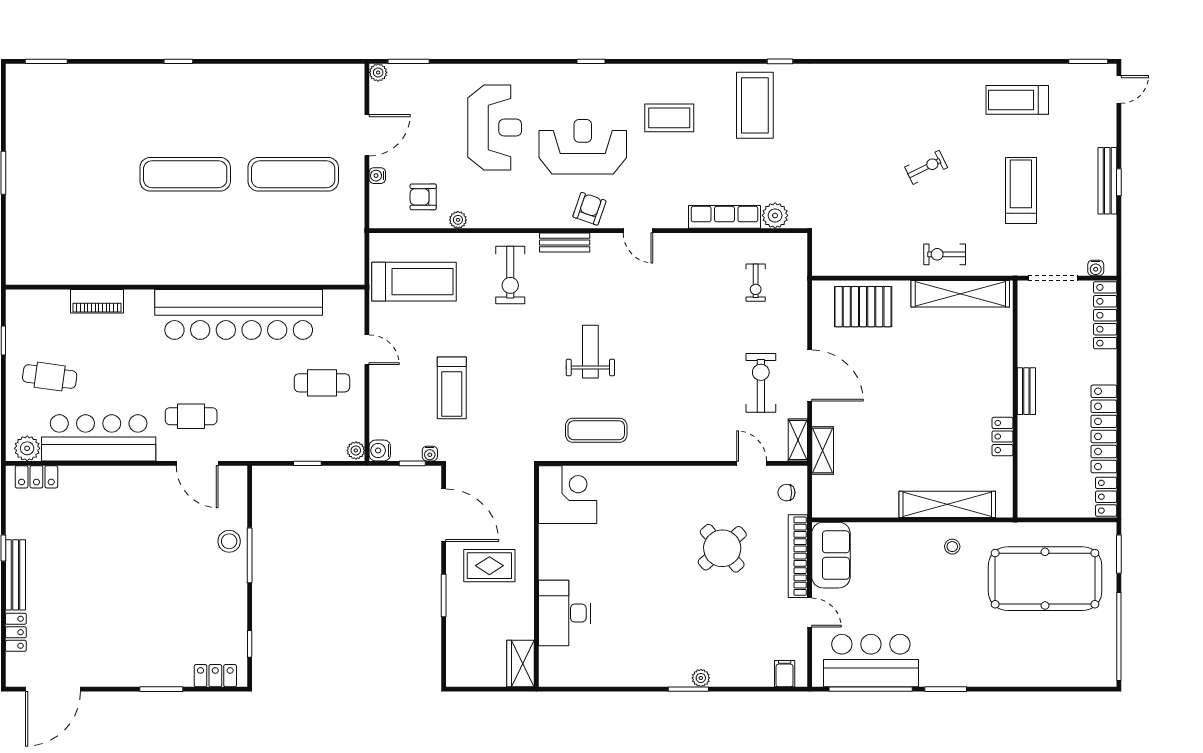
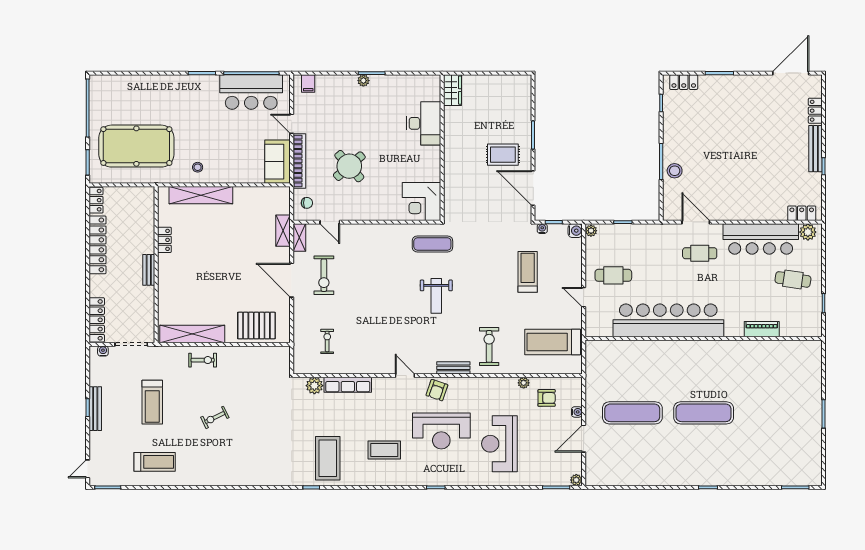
corner desk: (568, 495) -> (421, 202), moved
wall: (536, 576) -> (442, 148), moved
desk: (564, 613) -> (424, 123), moved
wardrobe: (521, 664) -> (453, 90), moved

